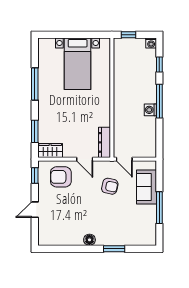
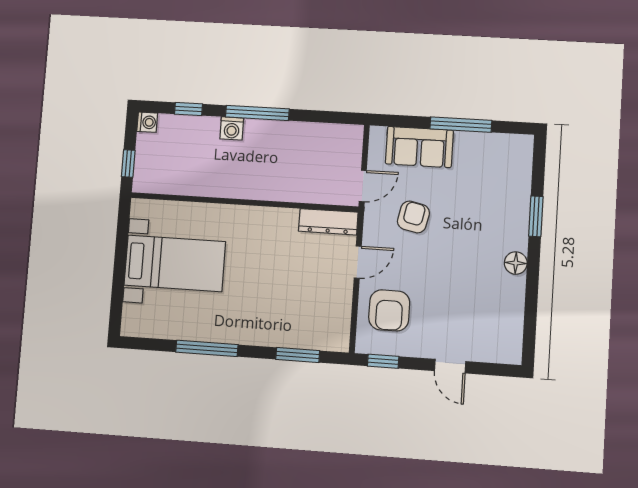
washing machine: (150, 110) -> (232, 128), moved
wardrobe: (50, 150) -> (337, 328), removed

